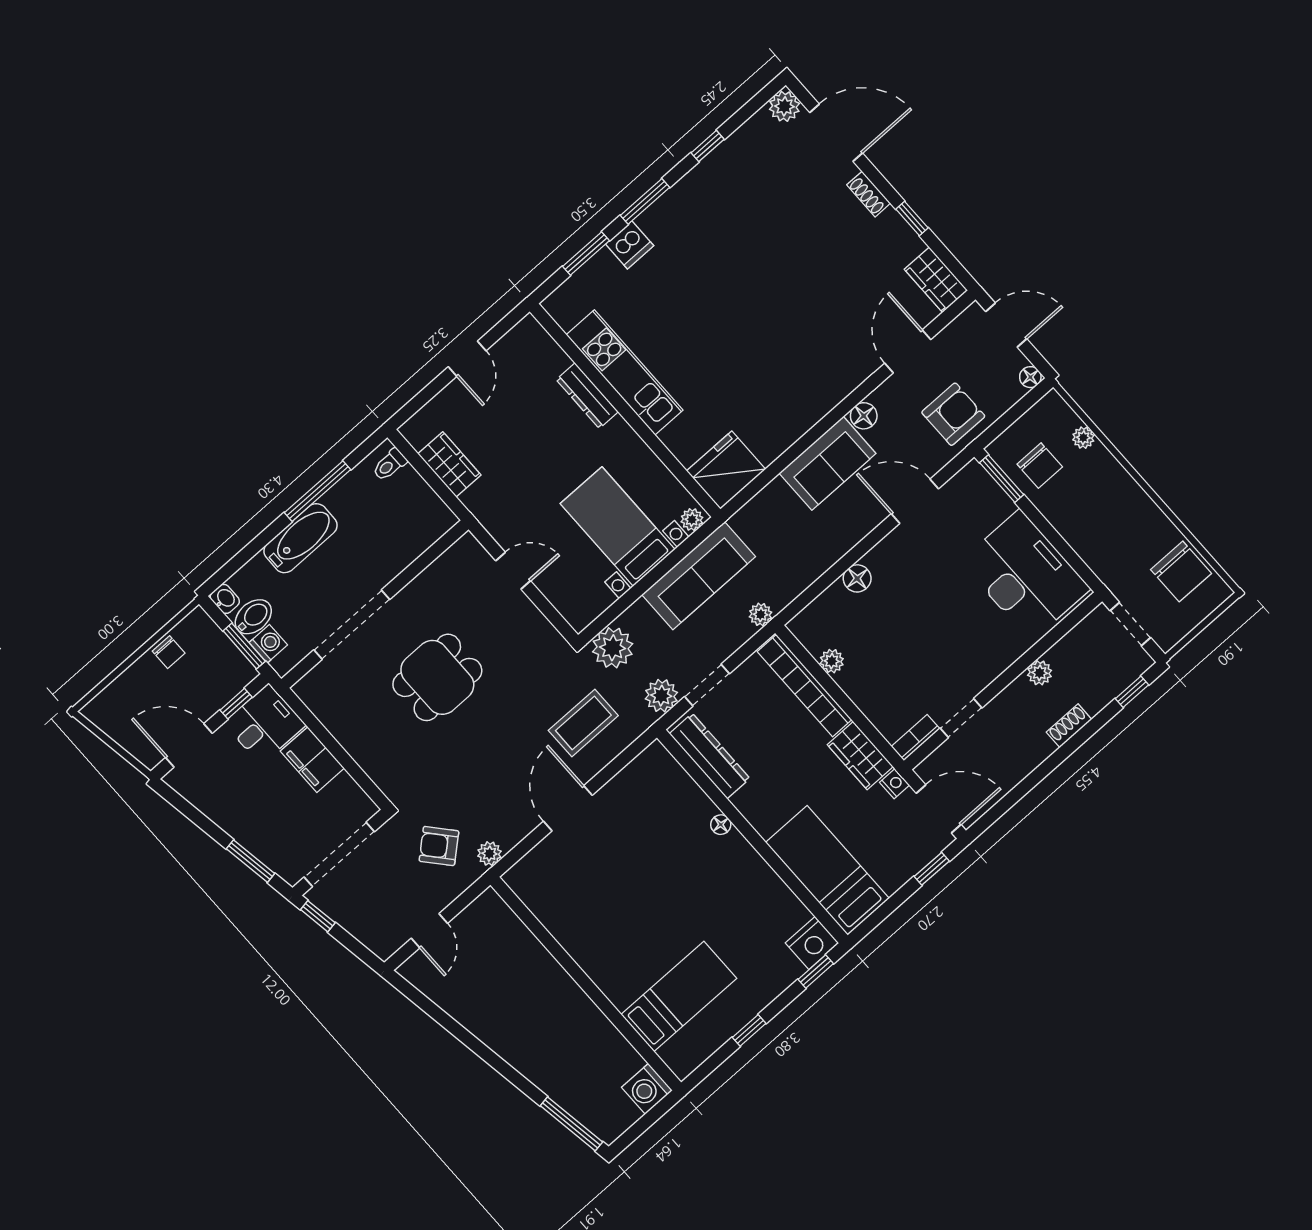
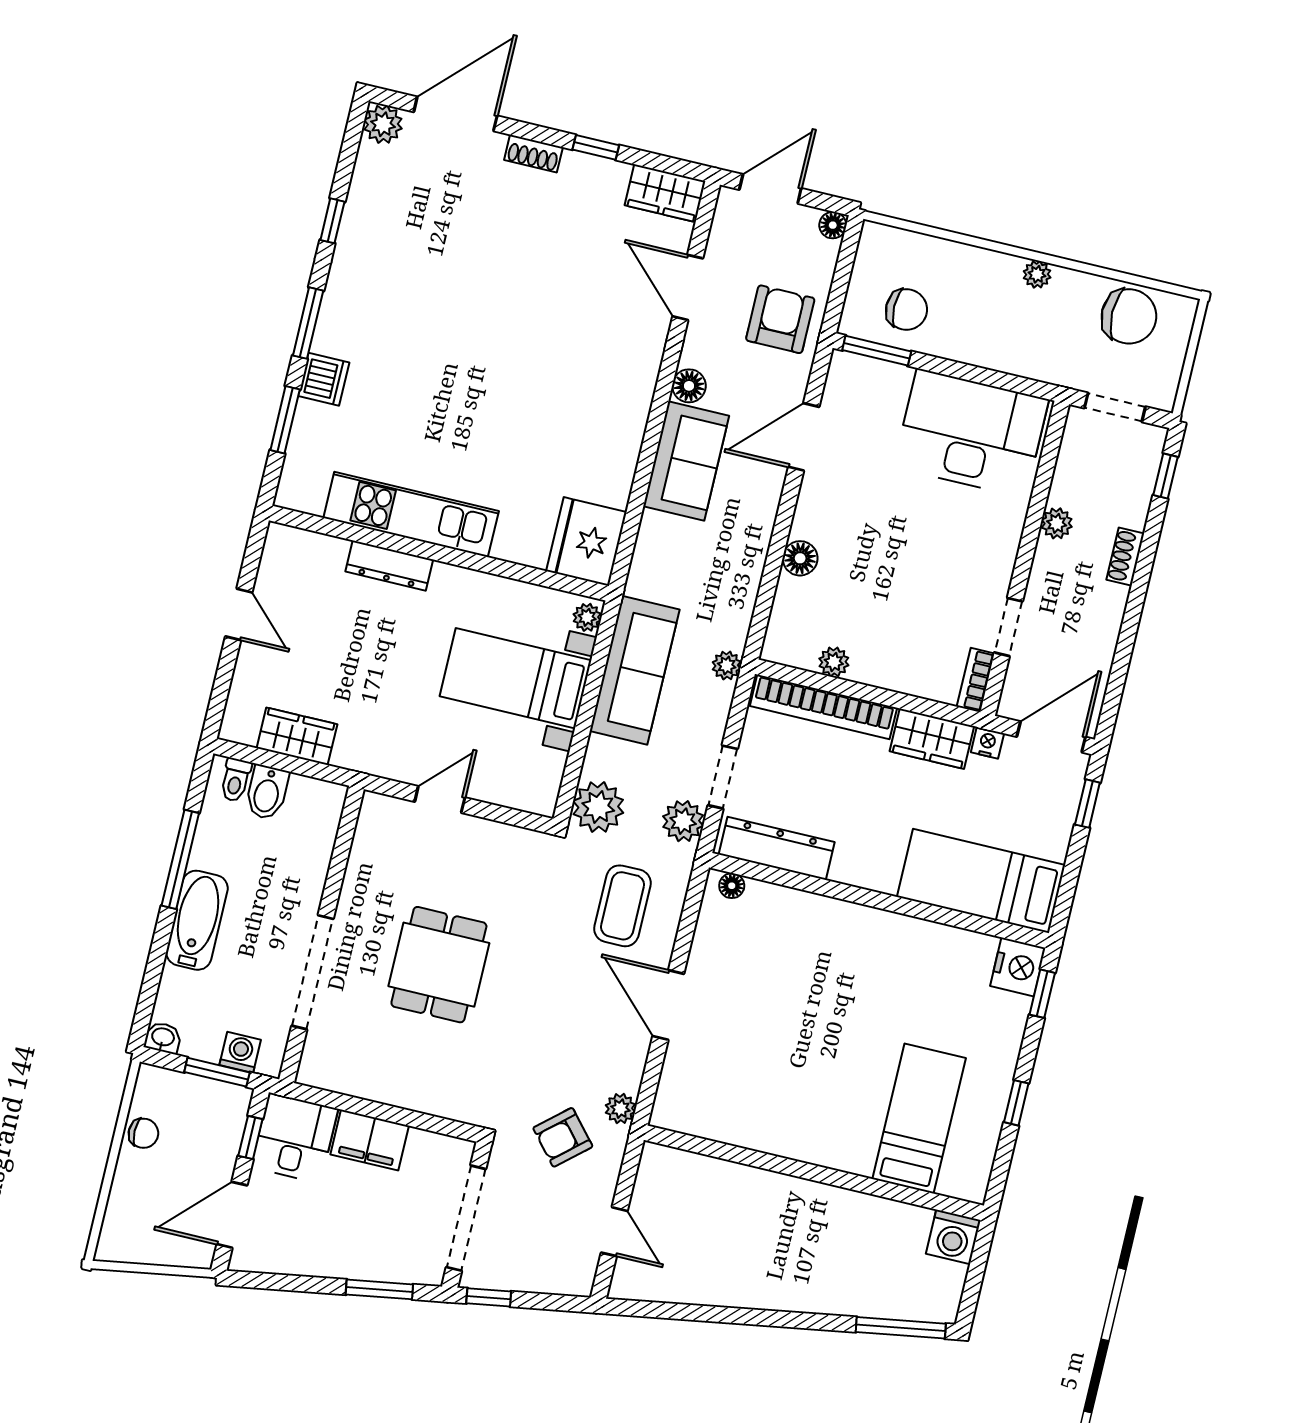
plant: (1083, 438) -> (1037, 274), moved
bidet: (253, 617) -> (267, 792), moved, turned 180
floor lamp: (721, 825) -> (732, 886), moved

